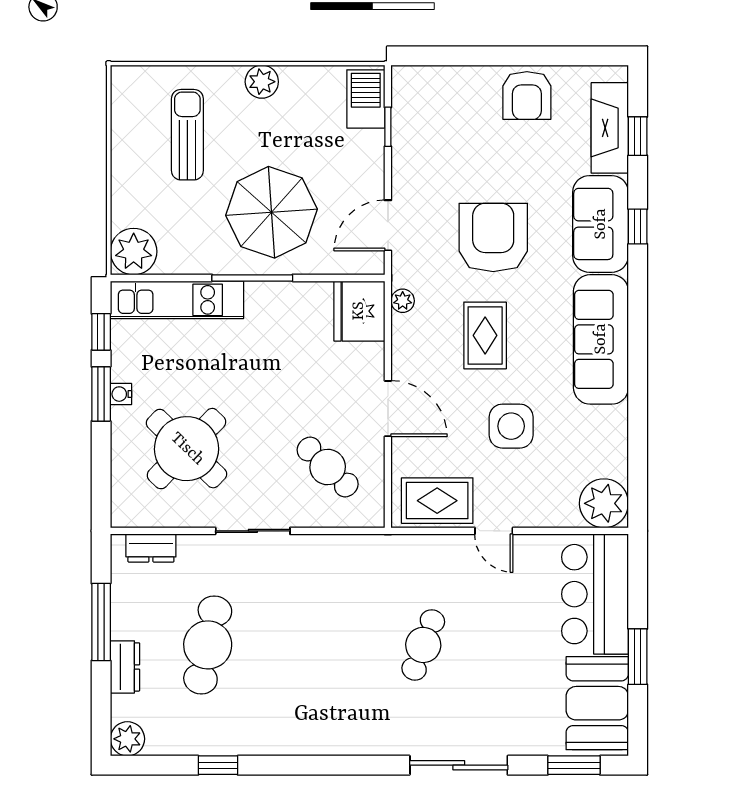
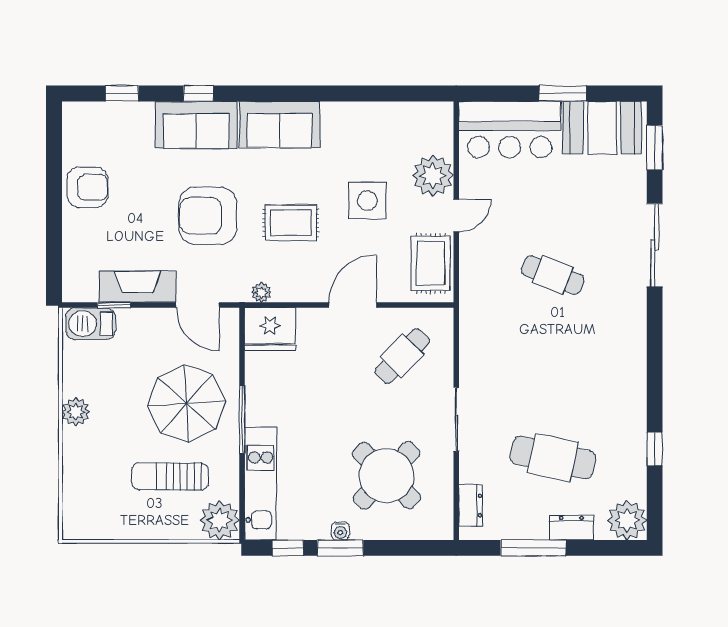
fireplace: (610, 128) -> (137, 287), moved, turned 180
sun lounger: (187, 135) -> (170, 476), moved
sofa: (601, 339) -> (280, 125), width x0.73
plant: (604, 503) -> (433, 176), moved
plant: (127, 739) -> (627, 520), width x1.36, depth x1.36

